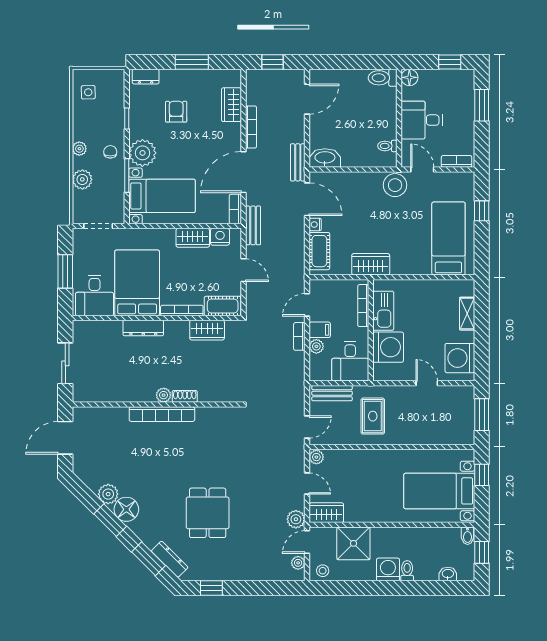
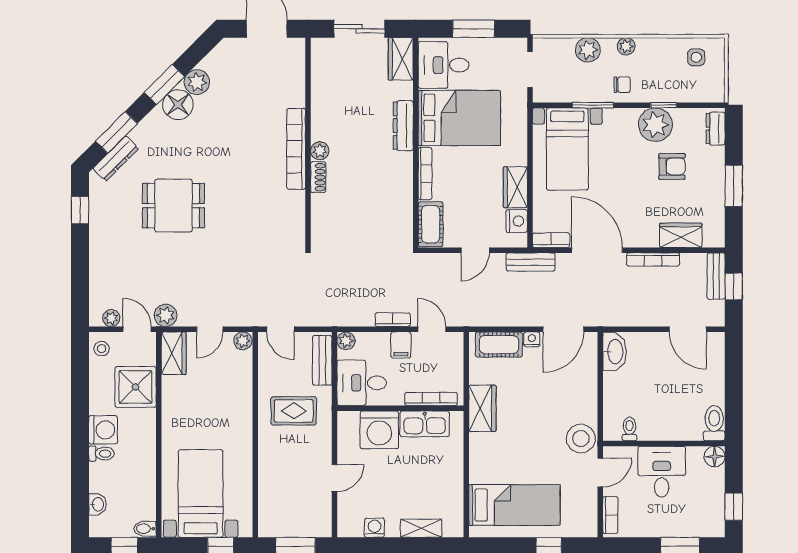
plant: (142, 153) -> (655, 125), moved
bench: (298, 162) -> (716, 276), moved, turned 90
wardrobe: (207, 330) -> (401, 59), moved
plant: (316, 346) -> (346, 341), moved
washing machine: (460, 358) -> (375, 528), width x0.53, depth x0.53

